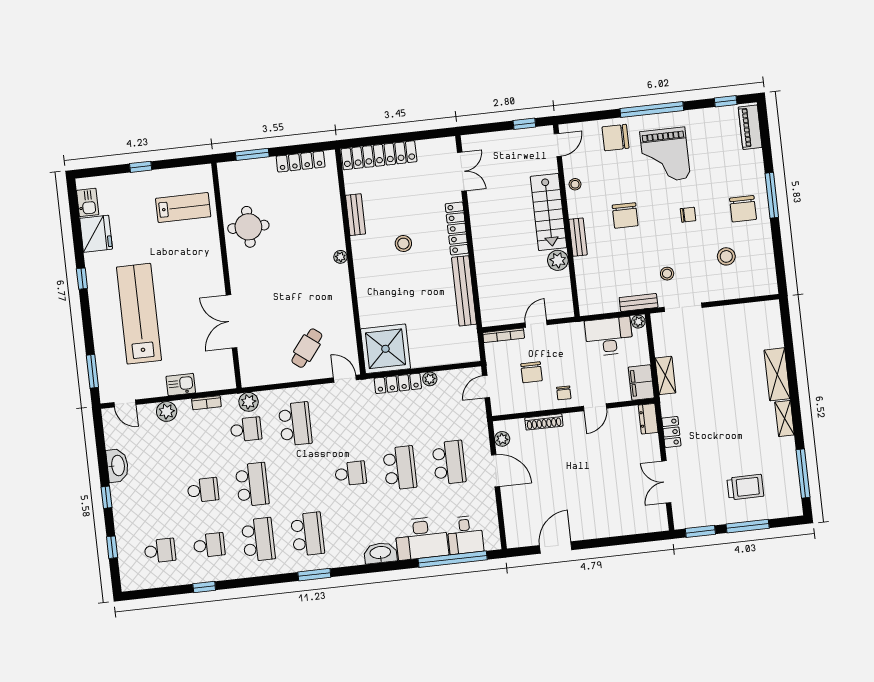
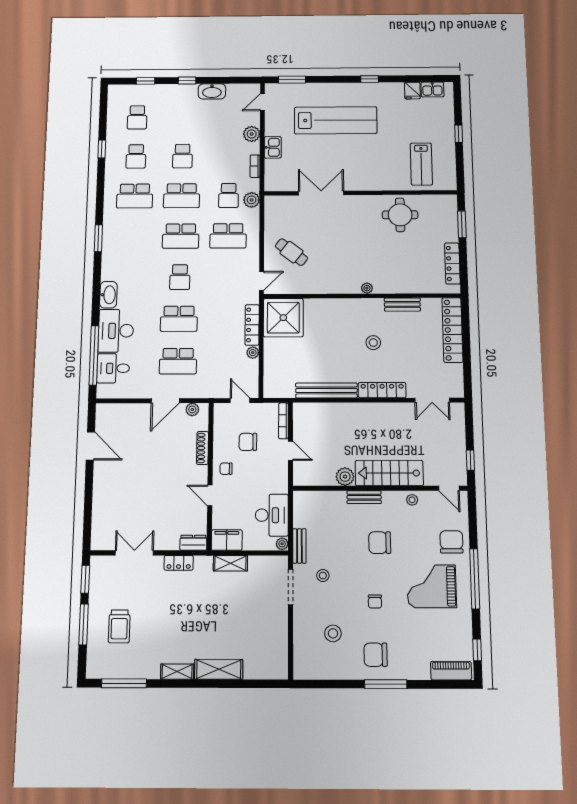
fridge: (96, 234) -> (412, 91), width x0.53, depth x0.75
school desk: (308, 534) -> (181, 236), moved

